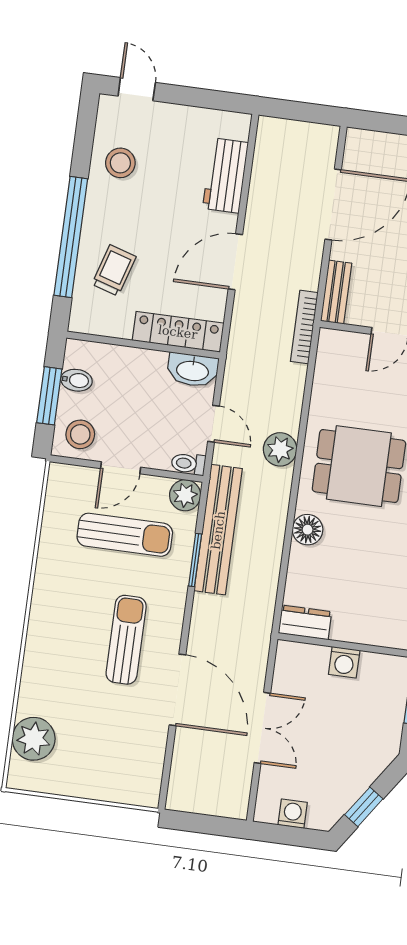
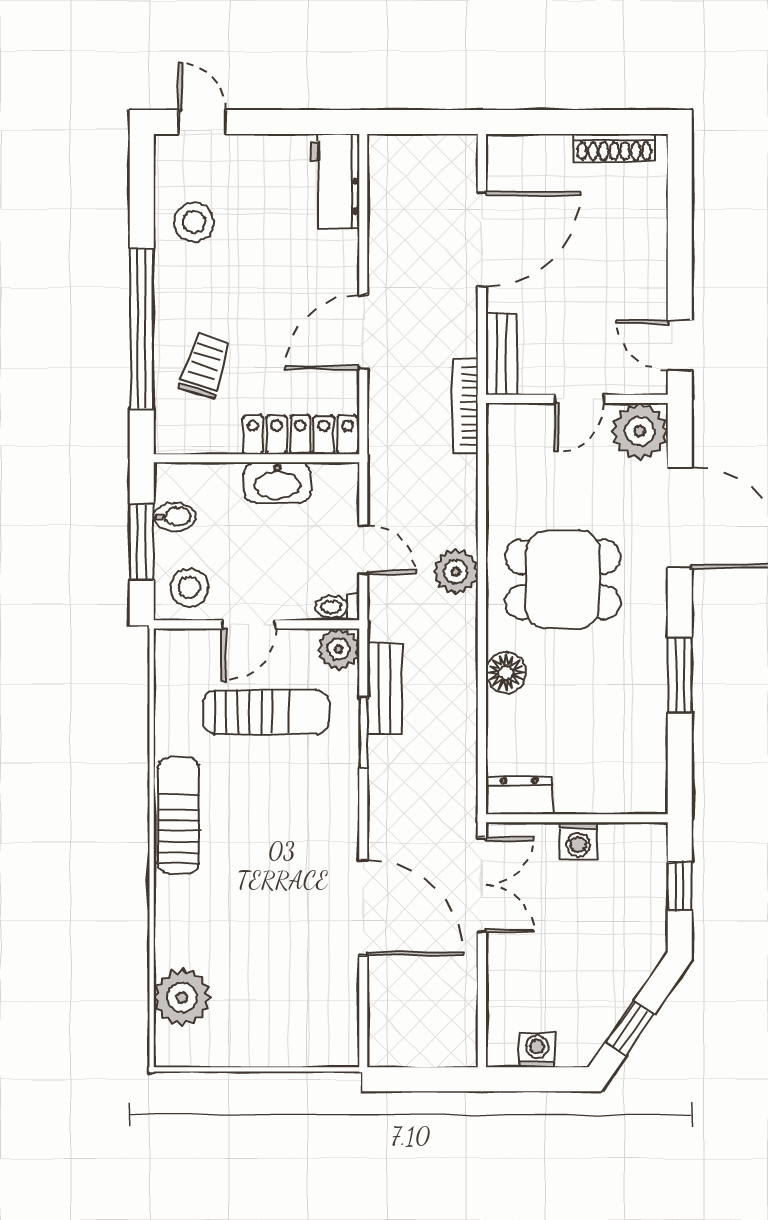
workbench: (225, 175) -> (335, 181), moved
washbasin: (193, 370) -> (277, 483), moved
bench: (218, 530) -> (385, 689), width x0.54, depth x0.82
sun lounger: (126, 640) -> (178, 815), moved
double door: (262, 728) -> (482, 885), moved

